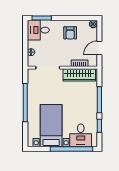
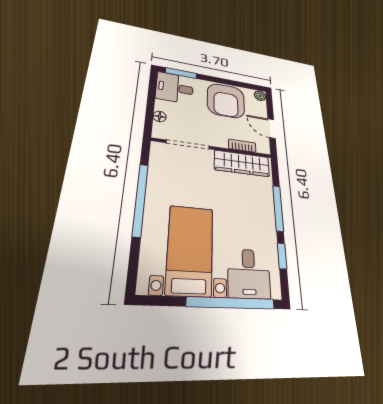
armchair: (70, 33) -> (226, 101), width x1.88, depth x1.88
door: (99, 48) -> (272, 129), hinge flipped

